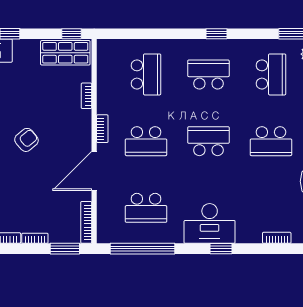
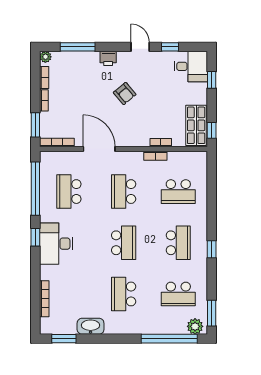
bookcase: (102, 129) -> (155, 156), moved
bookcase: (277, 238) -> (44, 299), width x1.56
window: (221, 249) -> (35, 237), moved

